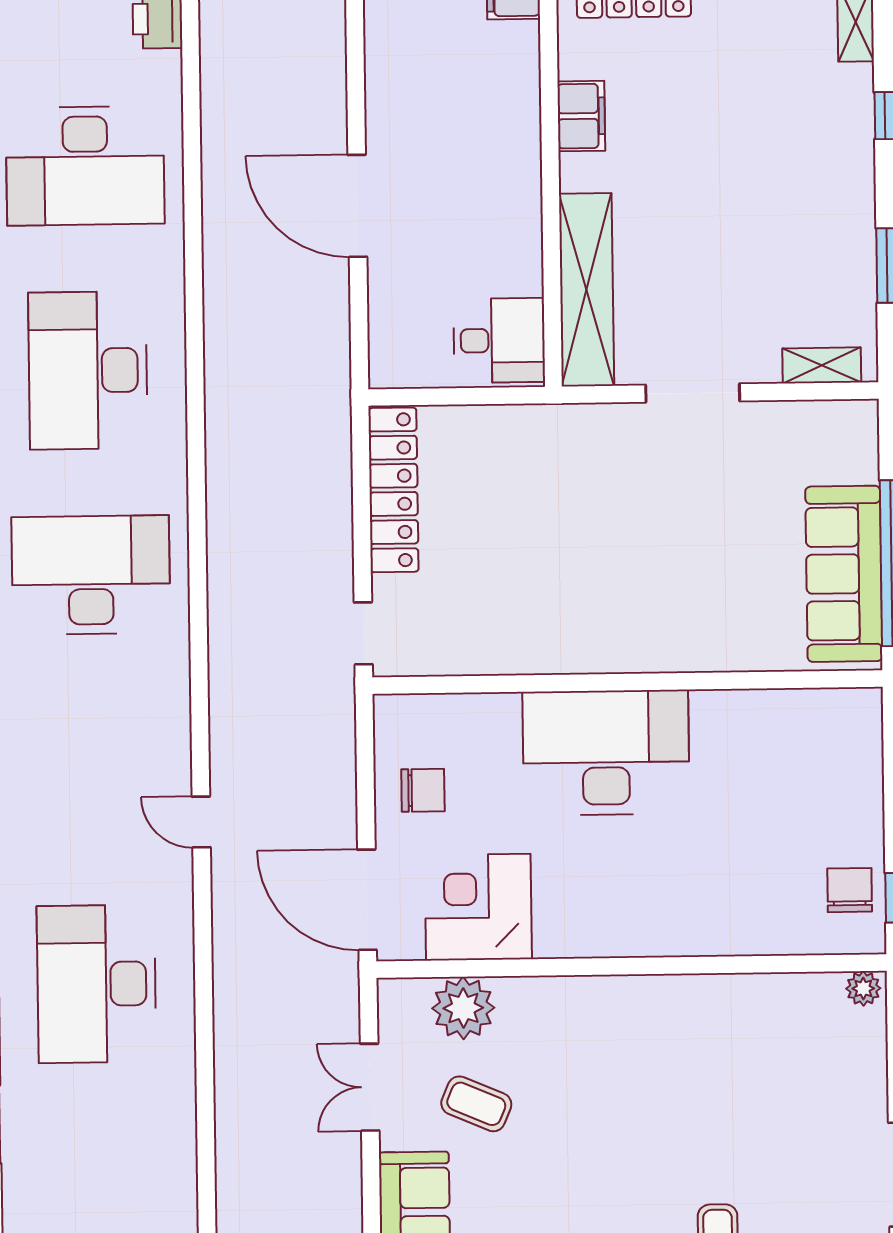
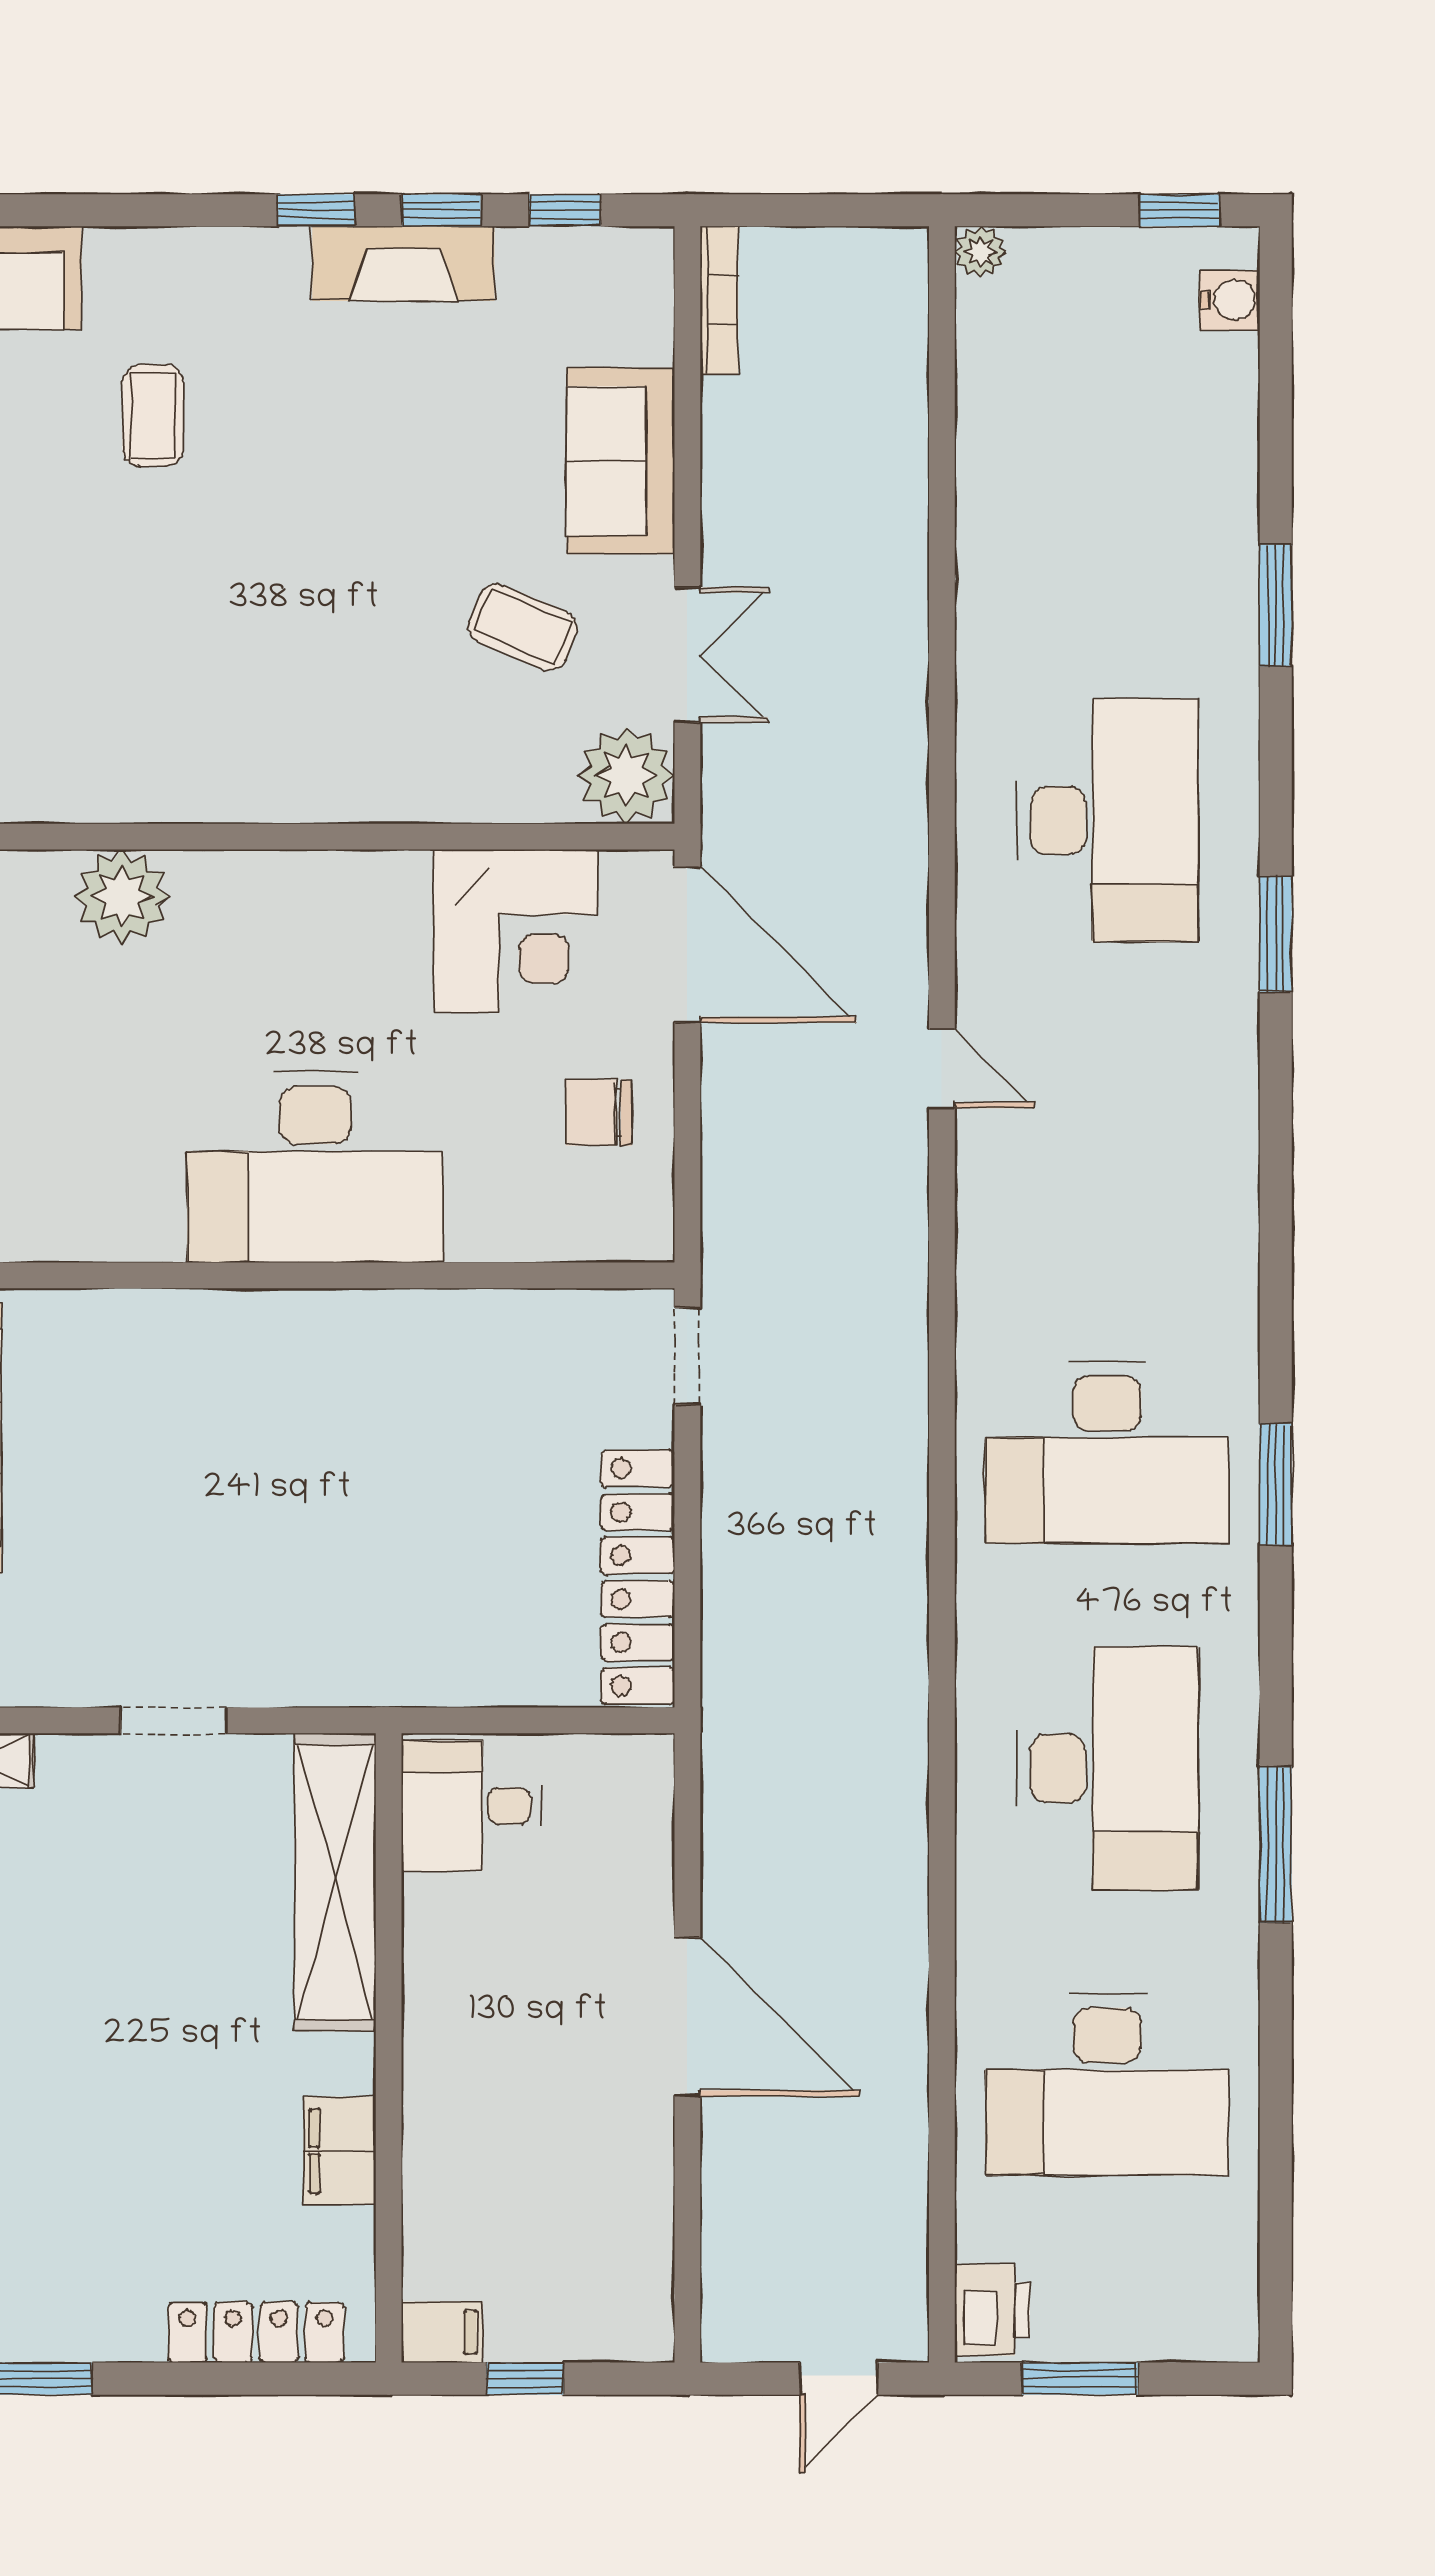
desk: (85, 166) -> (1107, 2084), turned 180
doorway: (693, 393) -> (174, 1720), width x0.73
plant: (733, 926) -> (122, 897), added
plant: (463, 1008) -> (626, 775), moved

